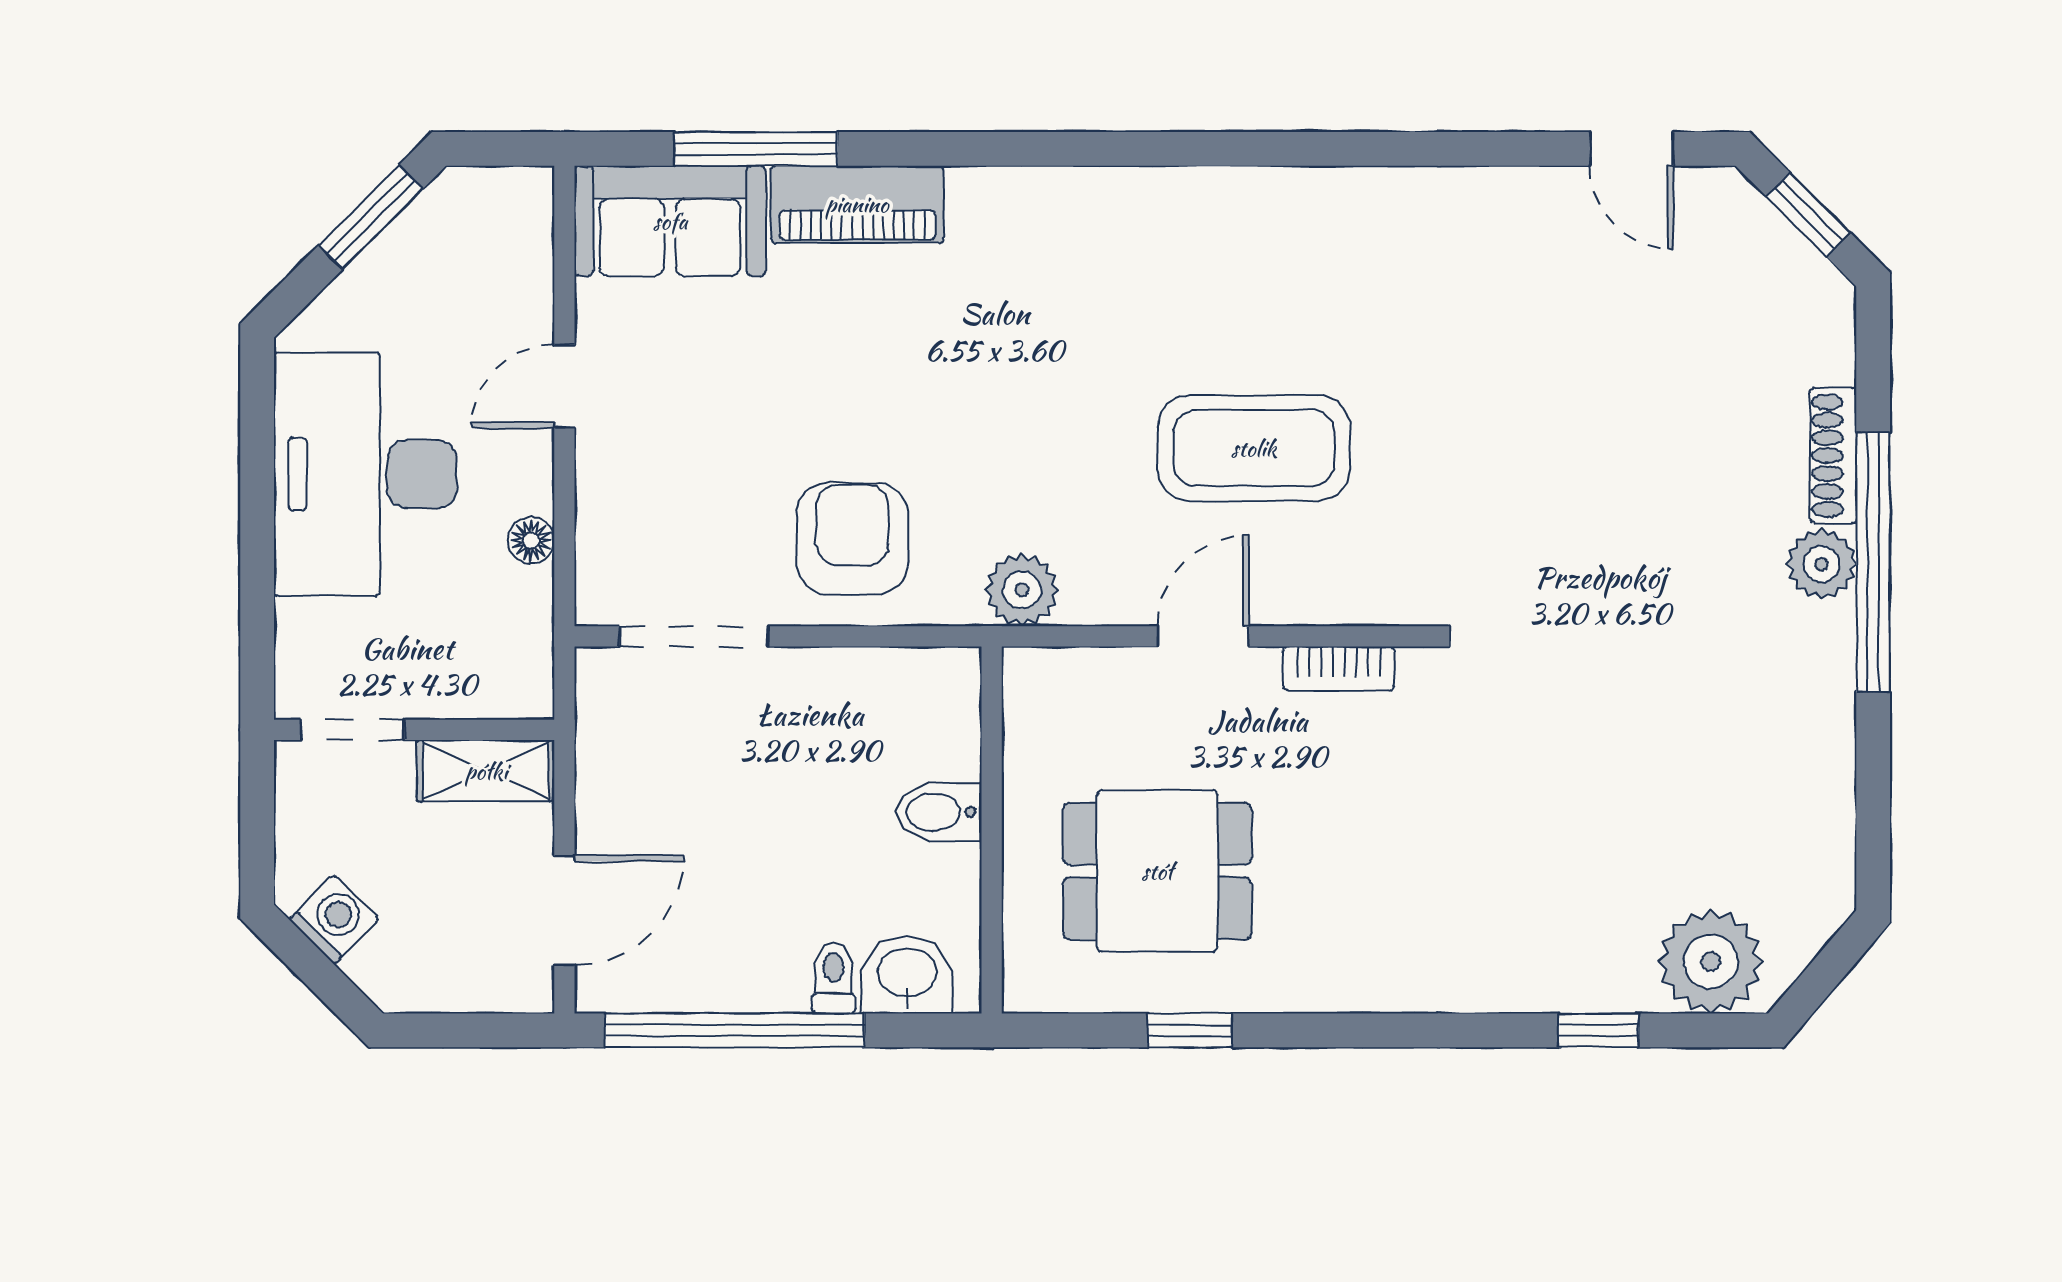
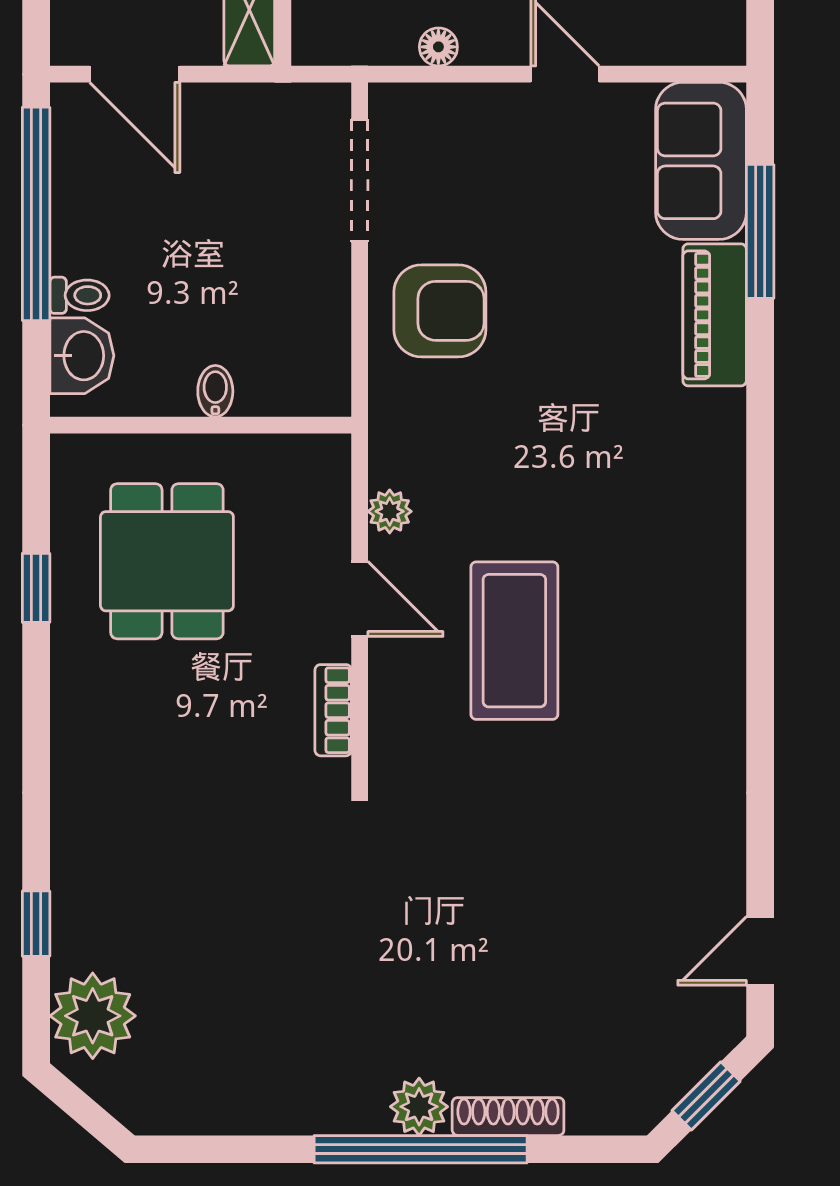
plant: (1022, 590) -> (390, 511), moved, width x0.73, depth x0.73
bidet: (939, 812) -> (215, 391), width x0.72, depth x0.74

